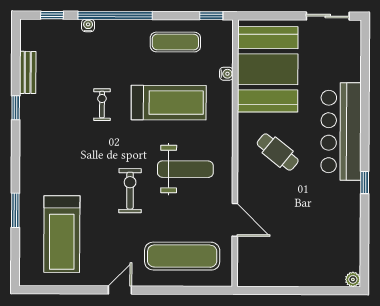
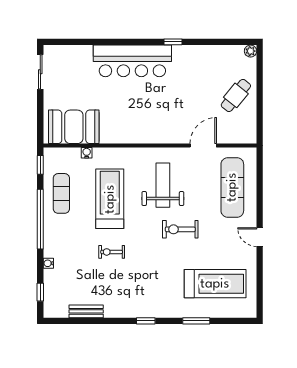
window: (115, 15) -> (40, 219), moved
booth: (268, 69) -> (74, 127), width x0.73, depth x0.70
window: (16, 108) -> (146, 321), moved
cafe table: (278, 152) -> (236, 95), moved

